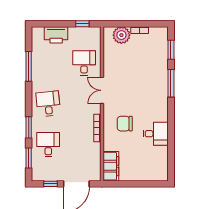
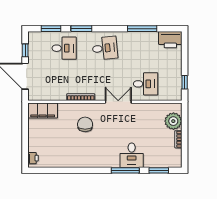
printer: (56, 35) -> (170, 40), moved, turned -90
desk: (156, 134) -> (132, 155), moved
printer: (159, 176) -> (33, 158), added

